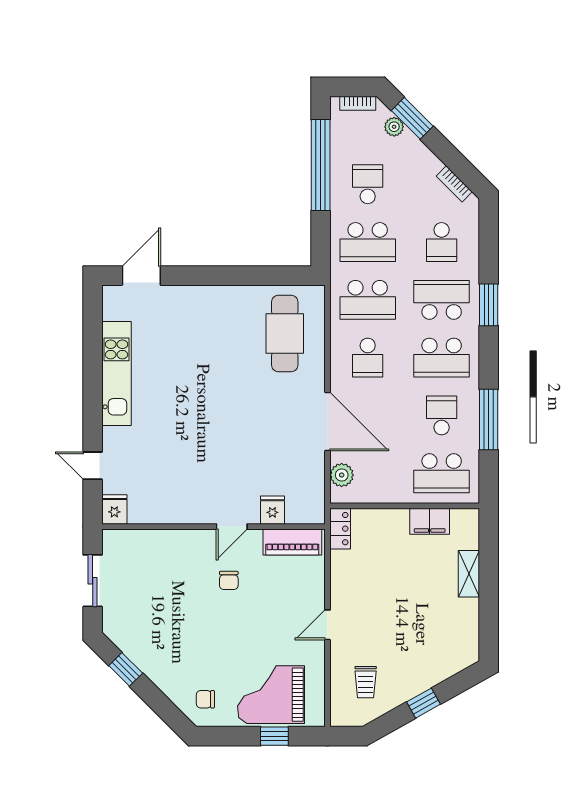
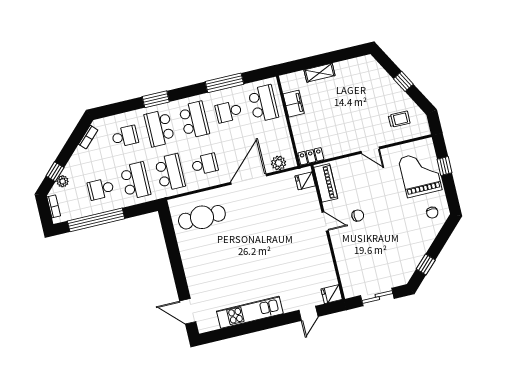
window: (412, 118) -> (55, 172), width x0.67
fridge: (272, 510) -> (305, 181), moved
grand piano: (271, 695) -> (420, 174), turned 180

